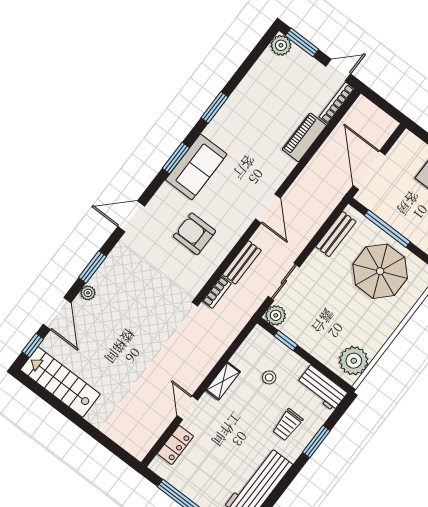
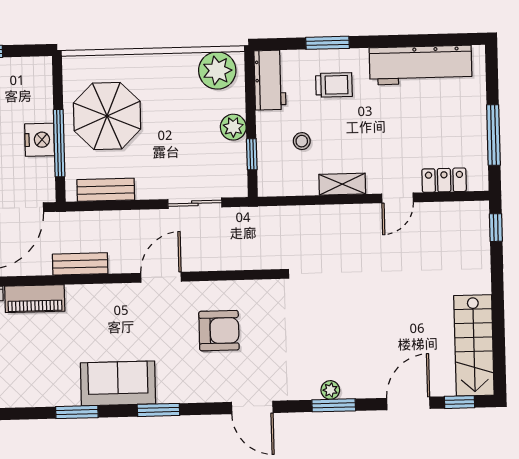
sofa: (196, 167) -> (118, 383), moved
door: (268, 208) -> (161, 277), moved
nightstand: (399, 218) -> (40, 140), added
armchair: (194, 234) -> (219, 331), turned -90
bench: (242, 262) -> (80, 264), moved
bookcase: (217, 292) -> (259, 262), removed
plant: (88, 293) -> (330, 390), moved
plant: (276, 315) -> (233, 127), moved
window: (121, 453) -> (496, 228), added

